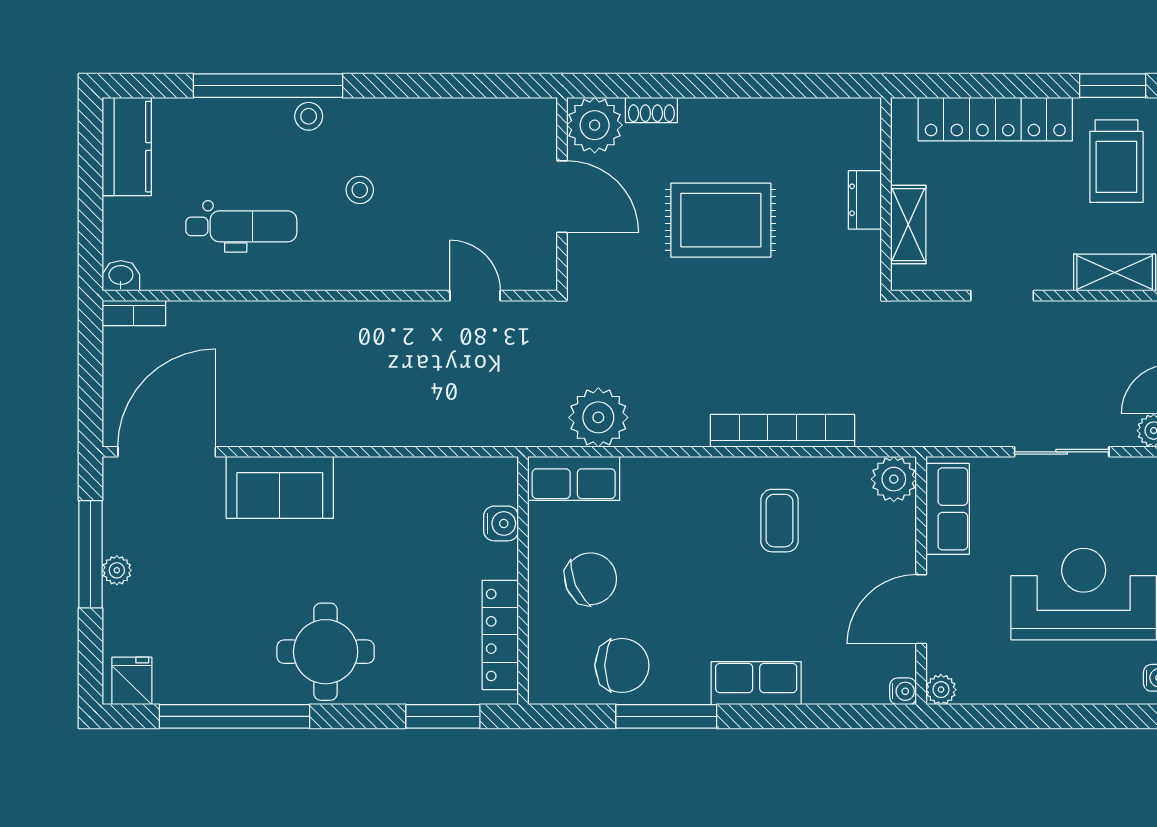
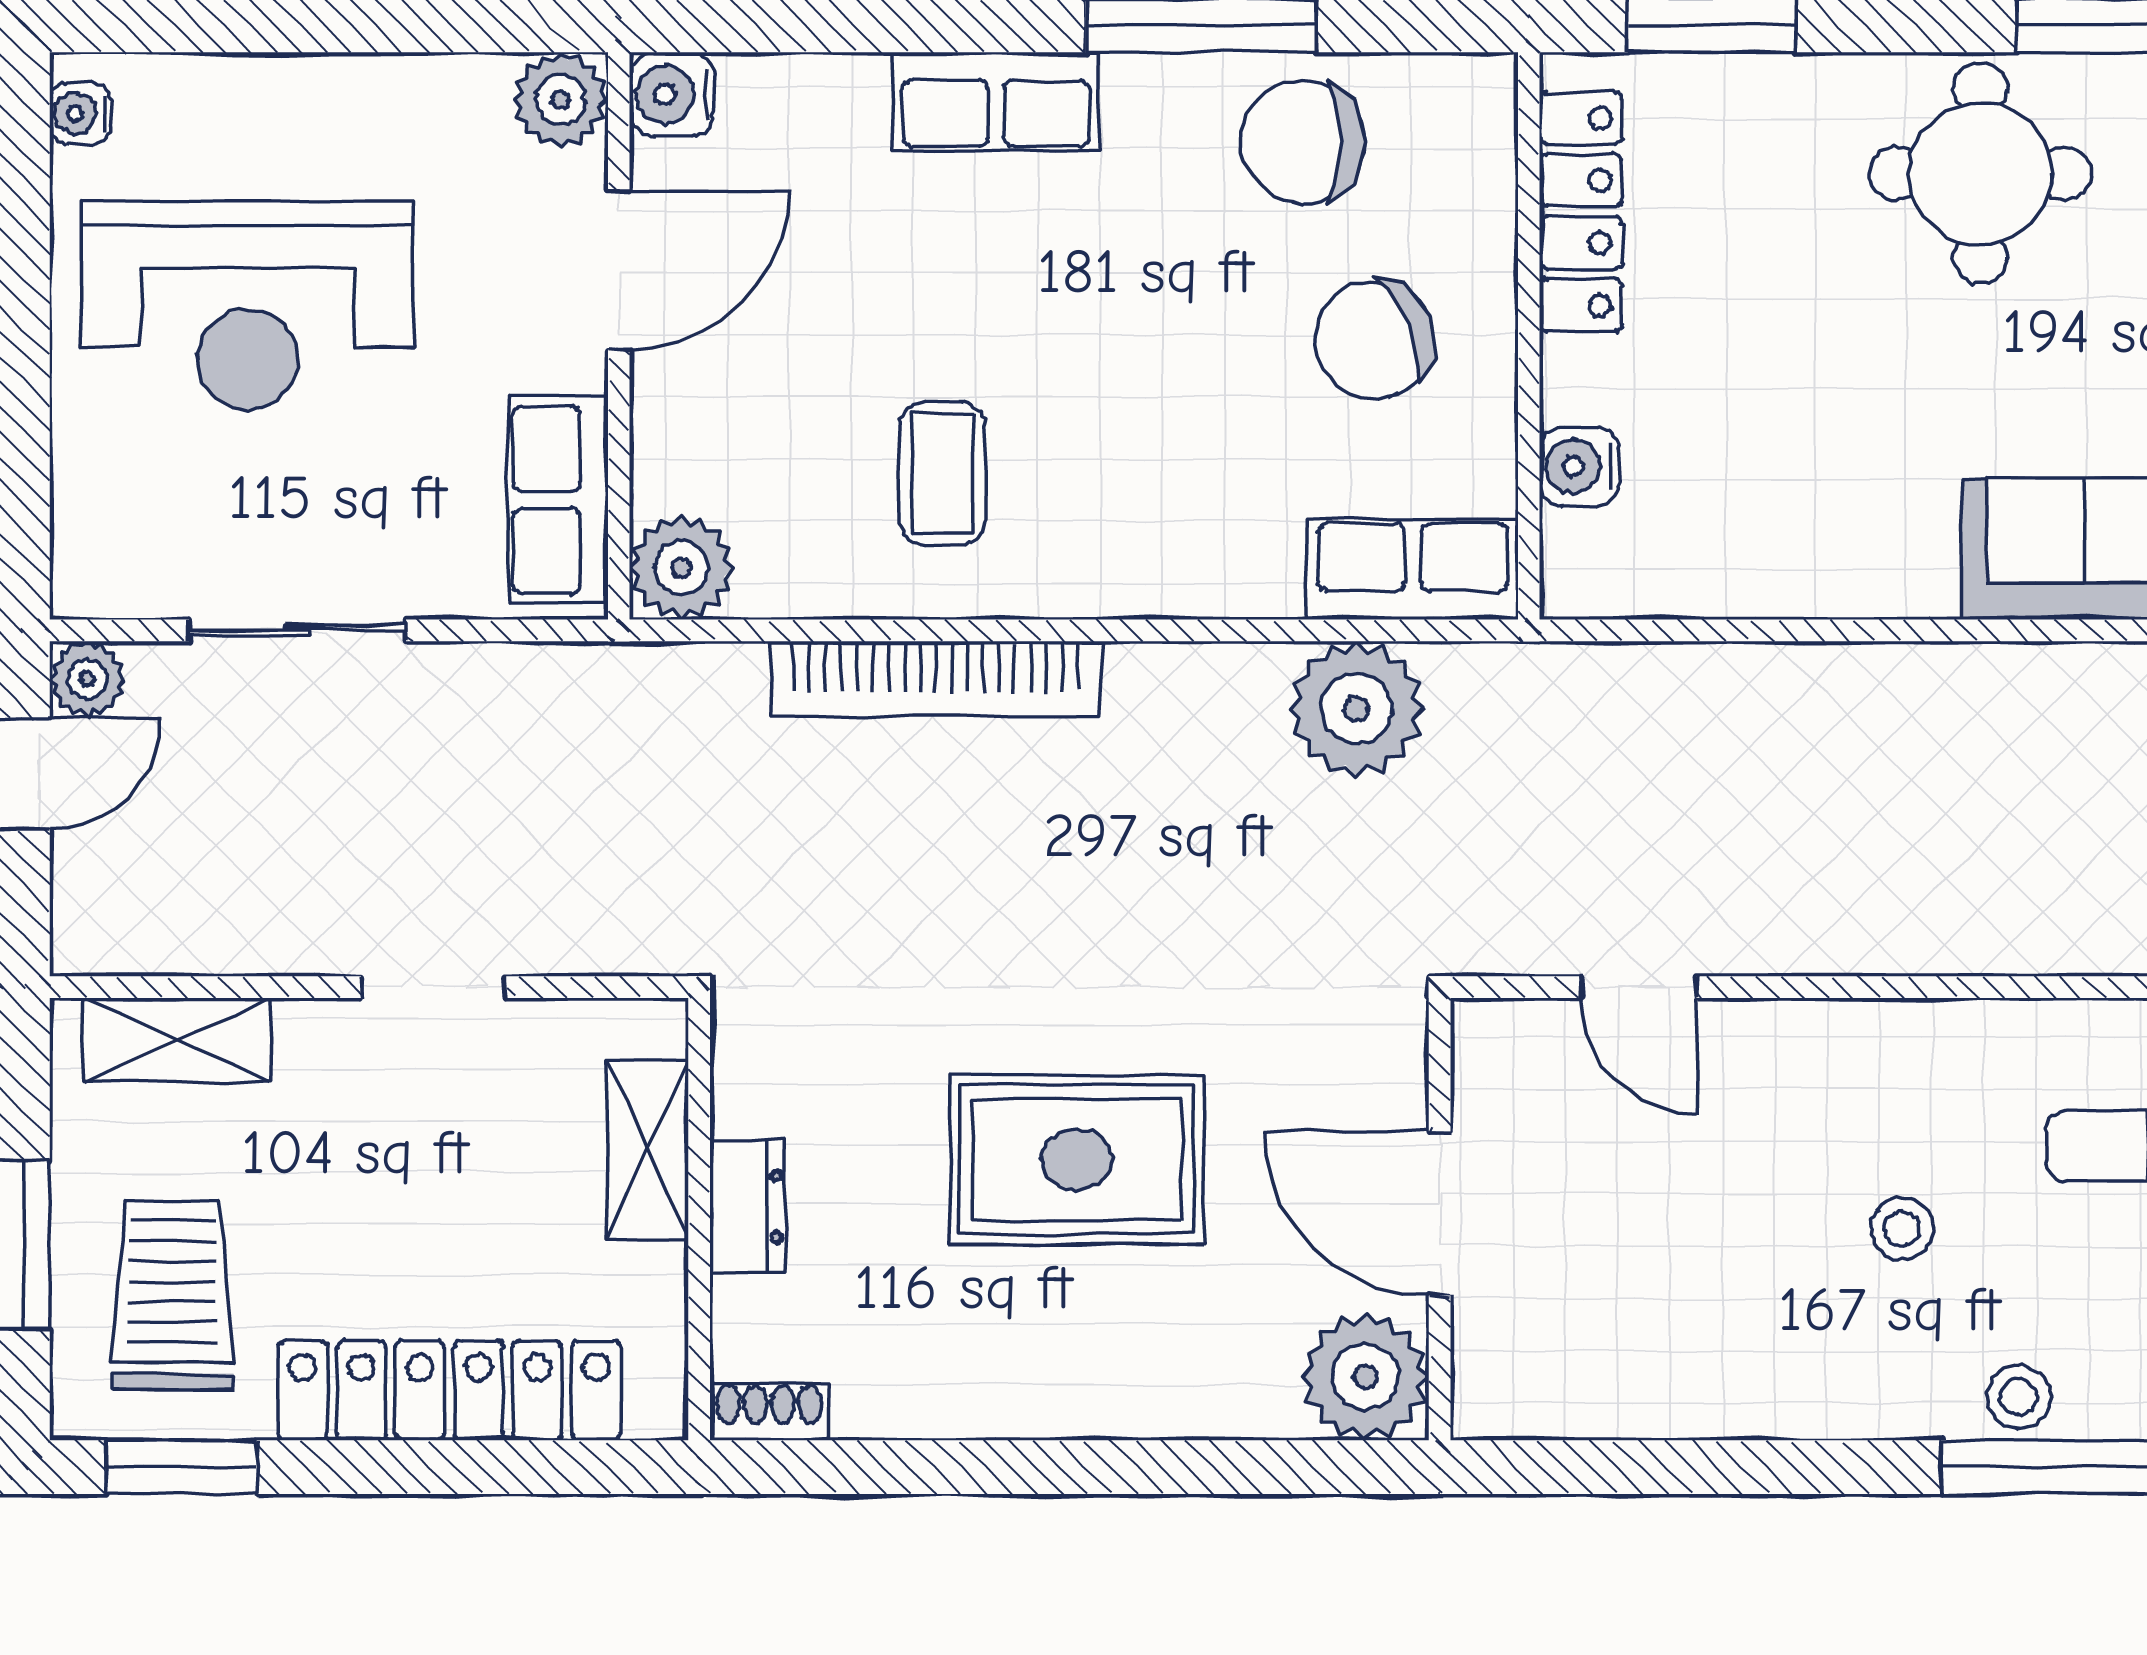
shoe rack: (651, 110) -> (769, 1412), moved
plant: (941, 690) -> (560, 100), width x1.38, depth x1.38
water cooler: (903, 691) -> (672, 94), width x1.38, depth x1.38

